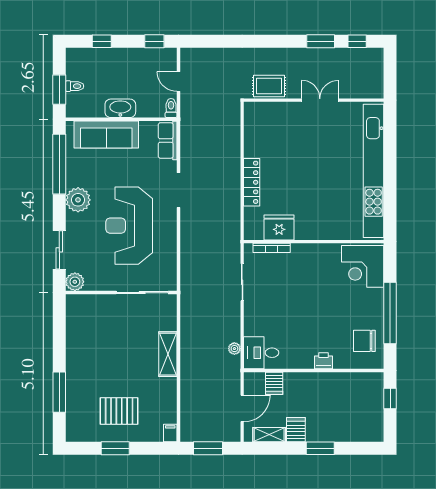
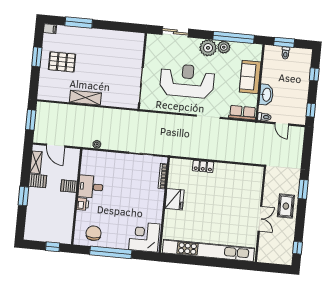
window: (321, 41) -> (303, 189), moved
door: (179, 82) -> (282, 124), swing flipped
rug: (269, 86) -> (286, 206), moved
washbasin: (120, 108) -> (266, 95), moved
sofa: (106, 134) -> (250, 77), width x0.73
locker: (252, 182) -> (203, 166), width x0.66
fridge: (279, 227) -> (175, 199), moved
plant: (75, 282) -> (224, 47), moved
desk: (261, 353) -> (91, 187), moved, turned -90
shelving: (168, 354) -> (85, 98), moved
server rack: (274, 383) -> (69, 186), moved
pallet: (119, 411) -> (62, 62), turned 90
filing cabinet: (170, 433) -> (50, 29), moved

